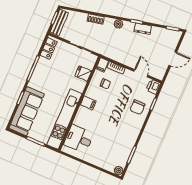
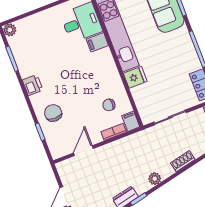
door: (141, 73) -> (83, 151), swing flipped
fridge: (83, 74) -> (135, 77), moved
printer: (153, 87) -> (33, 85), moved
filing cabinet: (88, 103) -> (97, 42), moved

